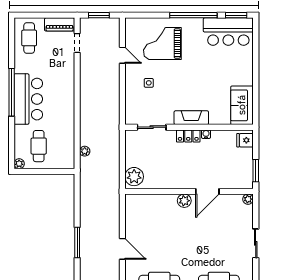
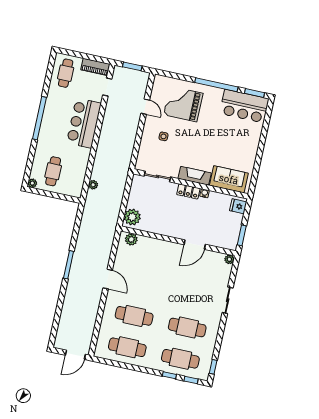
bar counter: (28, 99) -> (84, 123), moved, turned 180
sofa: (242, 105) -> (229, 179), moved, turned 90
plant: (184, 201) -> (131, 239), moved

